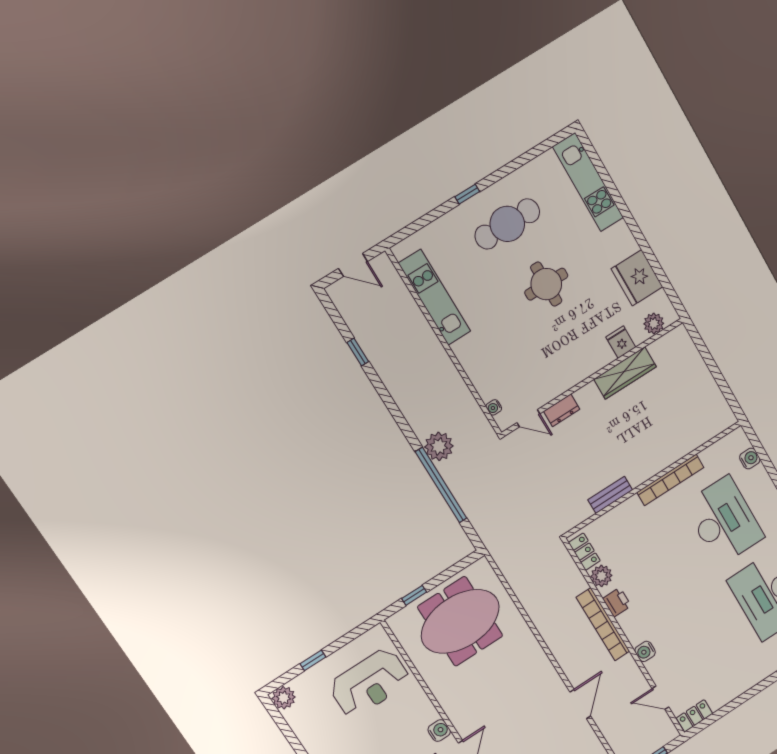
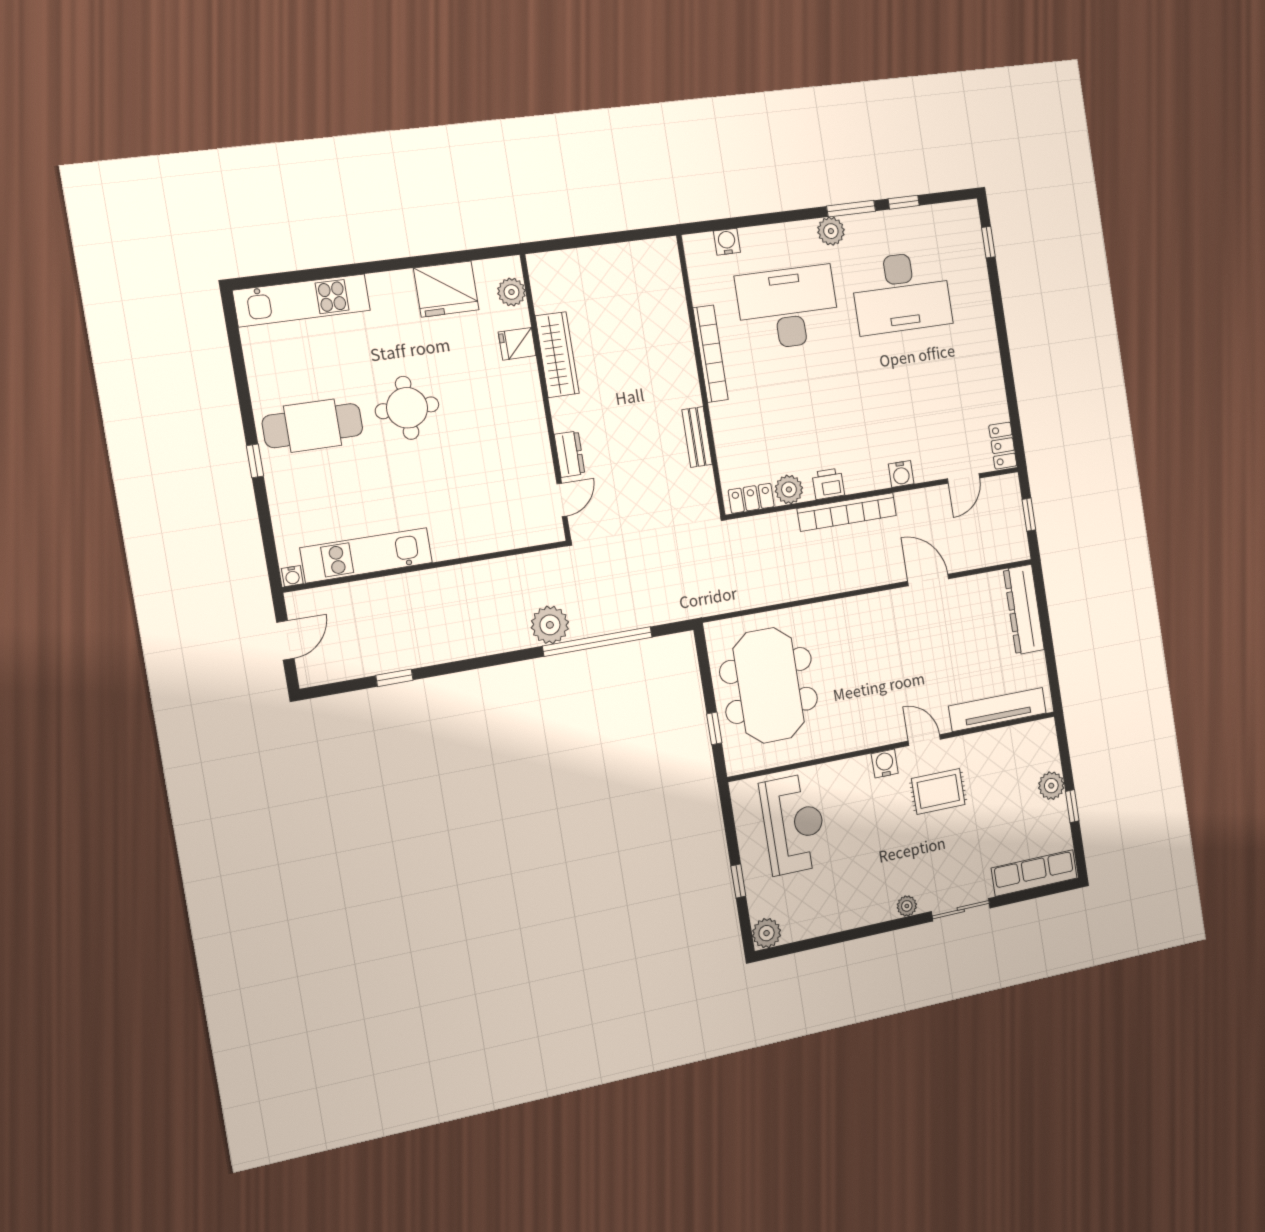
cafe table: (507, 224) -> (313, 426), turned 90
water cooler: (494, 407) -> (292, 576), moved

